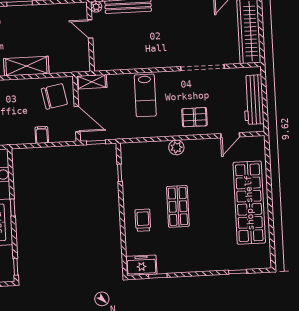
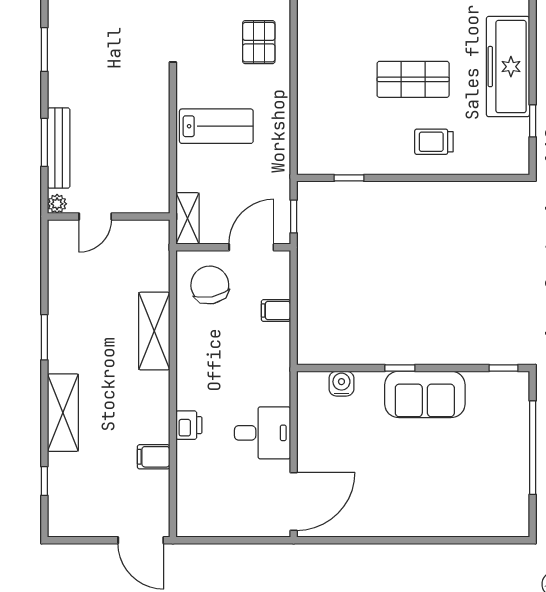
plant: (176, 147) -> (310, 77), removed
freezer: (141, 265) -> (508, 67), moved, width x1.91, depth x1.26

